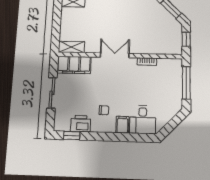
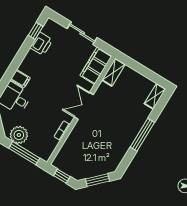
double door: (115, 55) -> (84, 106), swing flipped
plant: (173, 97) -> (19, 135), added
chair: (104, 110) -> (41, 70), removed

